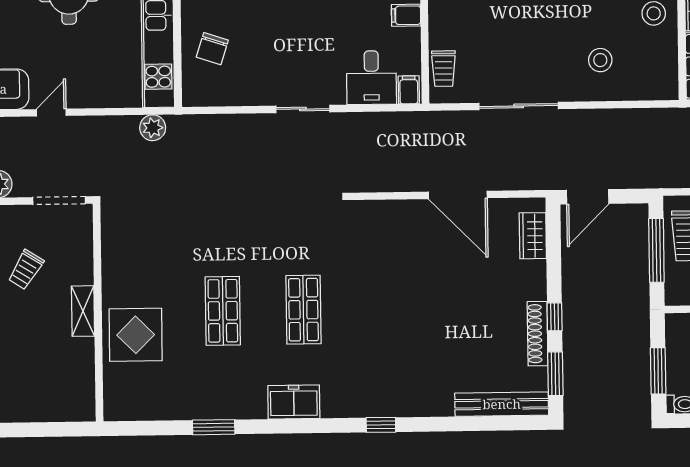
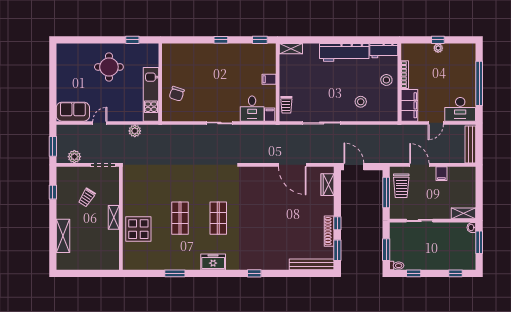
plant: (153, 128) -> (135, 131), moved
door: (588, 197) -> (354, 167), swing flipped

